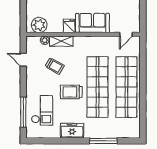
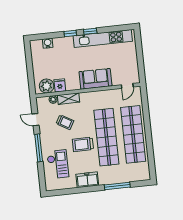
fridge: (69, 26) -> (60, 85), moved
window: (23, 112) -> (39, 148), moved

